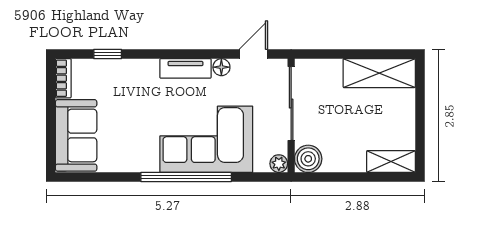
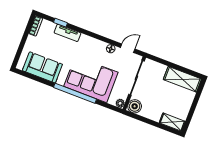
tv unit: (185, 68) -> (67, 33), moved
sofa: (76, 135) -> (42, 67), moved, turned -90

